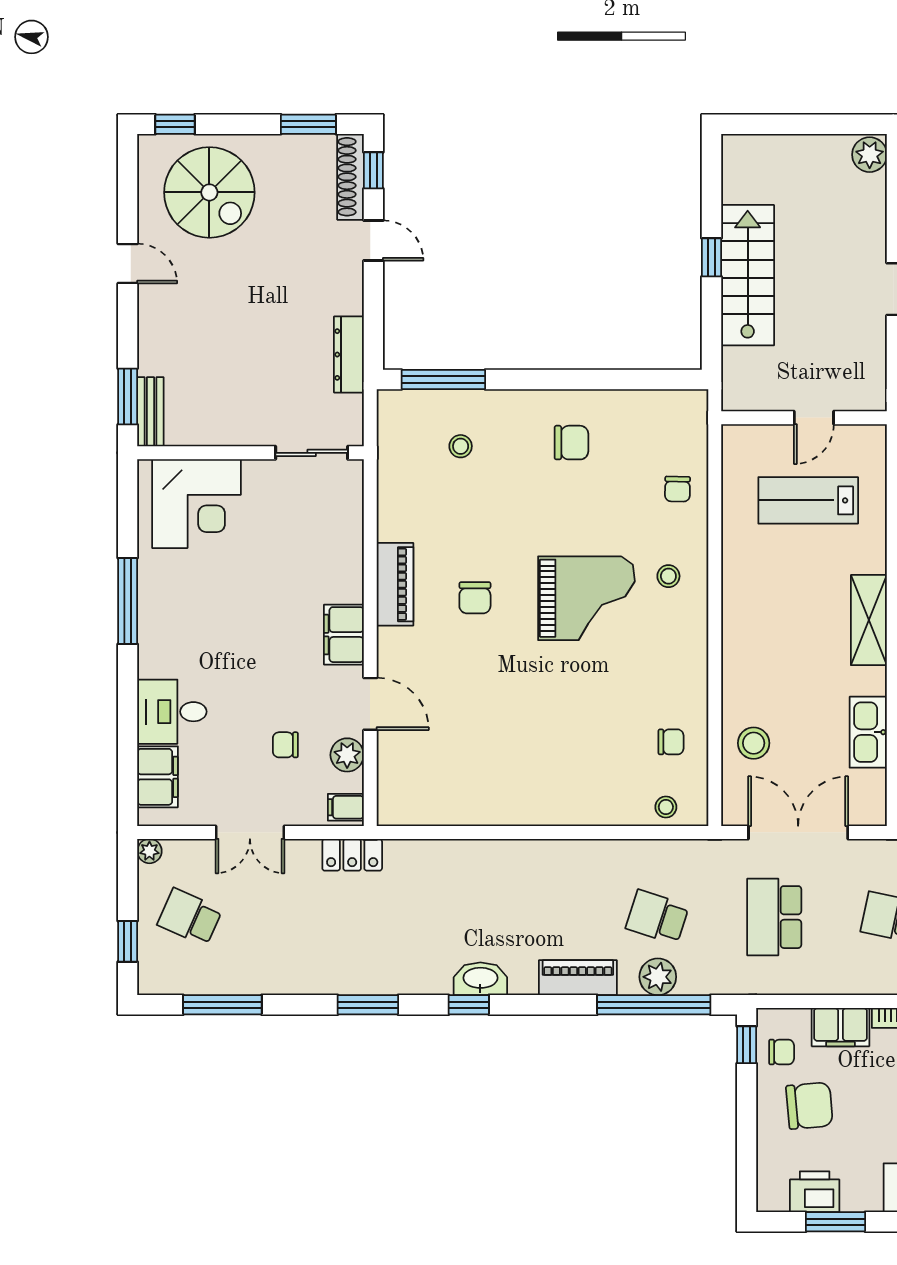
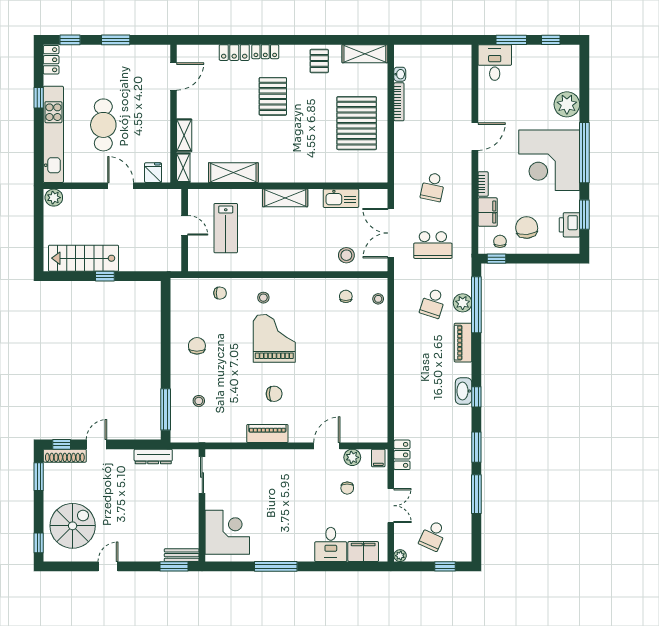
stairs: (748, 275) -> (84, 258), moved
filing cabinet: (344, 635) -> (292, 459), removed
window: (222, 1005) -> (476, 494), moved

